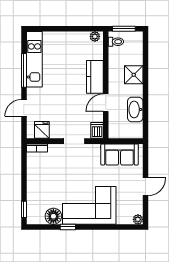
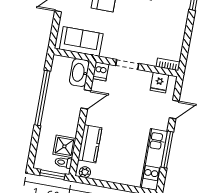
shower: (134, 75) -> (64, 146), moved
kitchen counter: (95, 77) -> (90, 144), moved
window: (145, 97) -> (42, 98), added
washbasin: (135, 109) -> (79, 73), moved, turned 180

